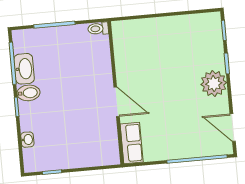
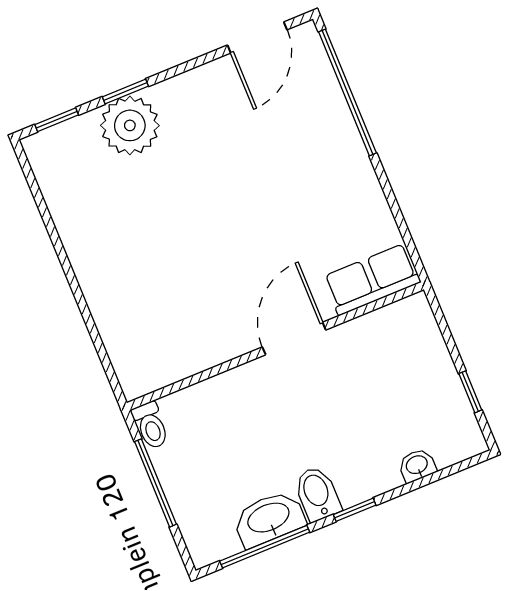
toilet: (98, 29) -> (151, 425), moved
plant: (214, 84) -> (130, 125), moved
wall: (116, 93) -> (275, 346), moved
door: (117, 102) -> (294, 339), moved
row of seats: (132, 143) -> (372, 279), moved

